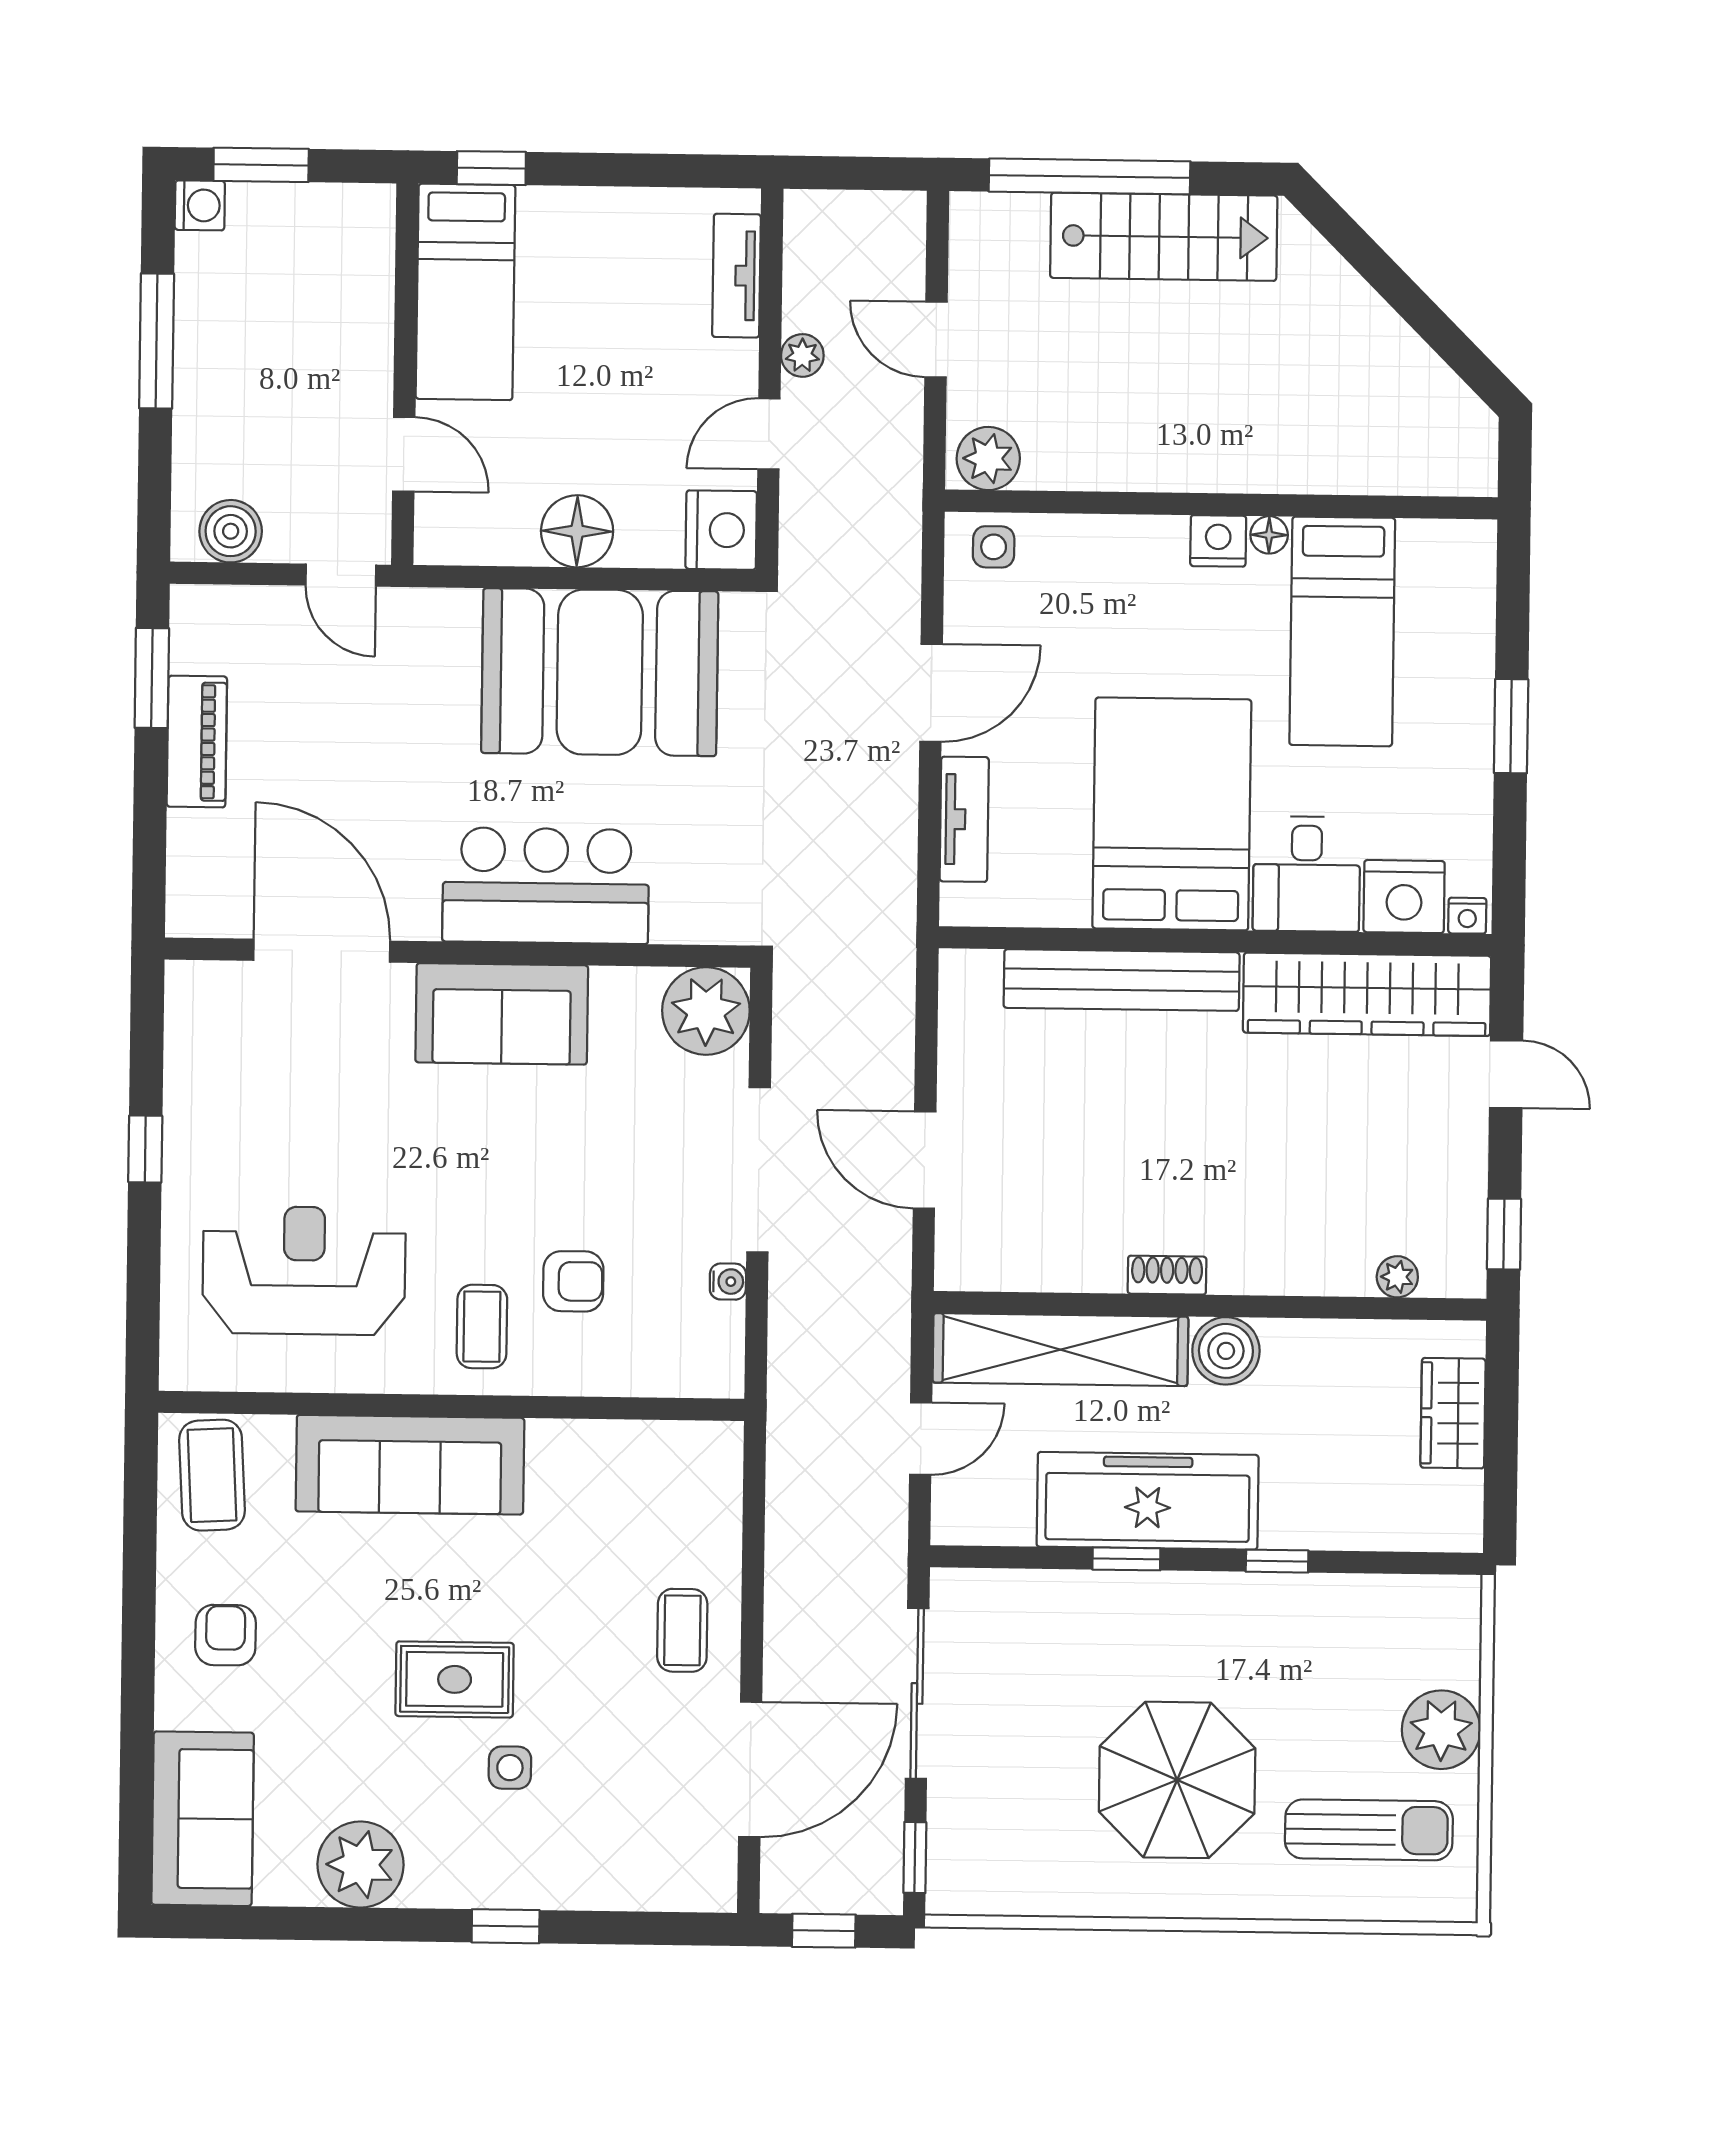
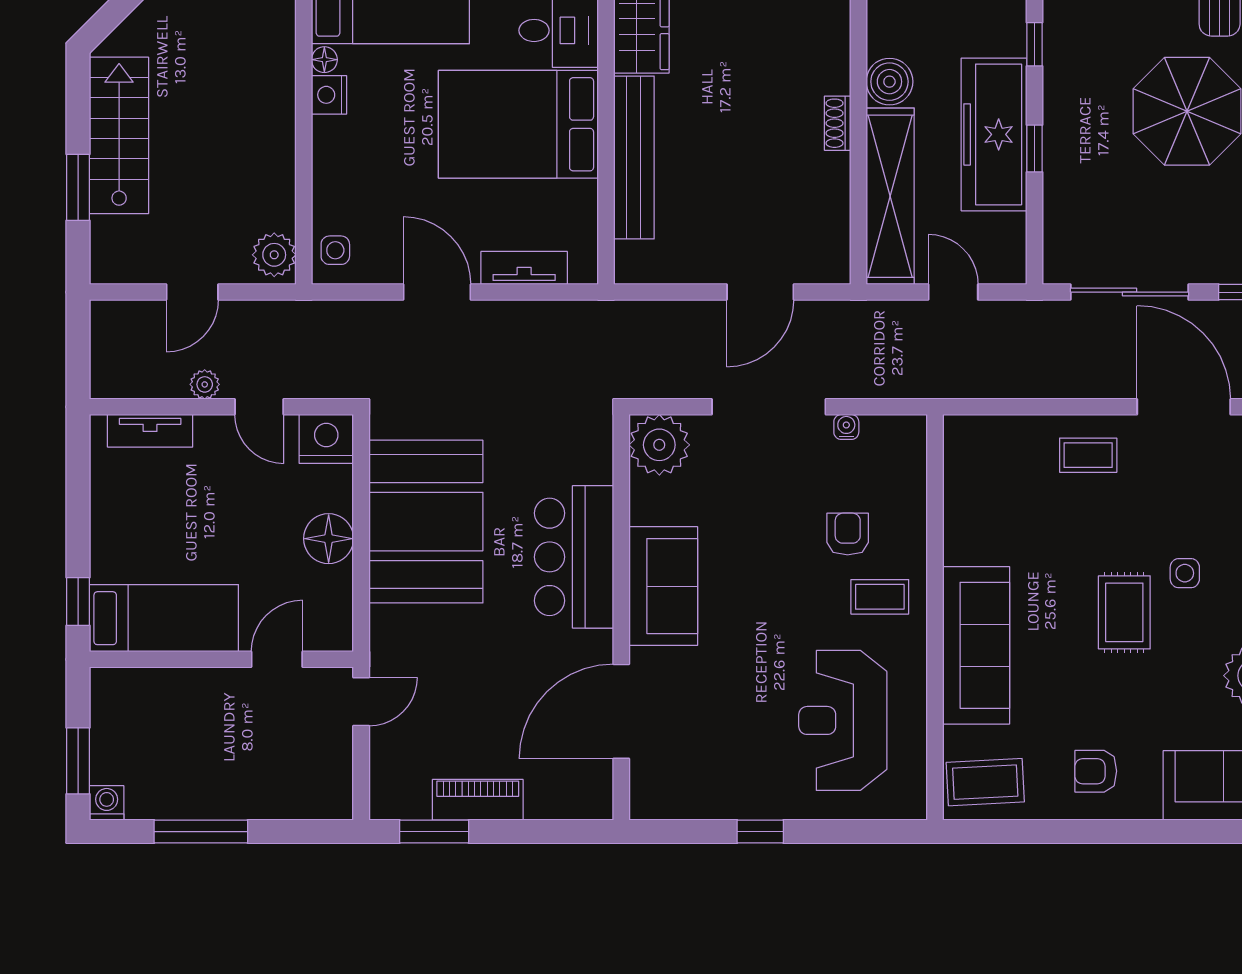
window: (1090, 176) -> (78, 187), width x0.47
boiler: (231, 531) -> (332, 778), removed

